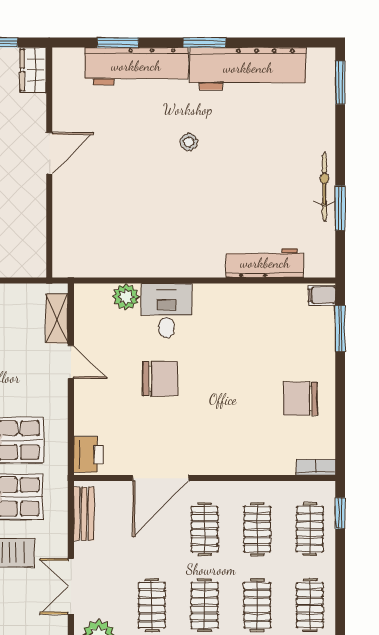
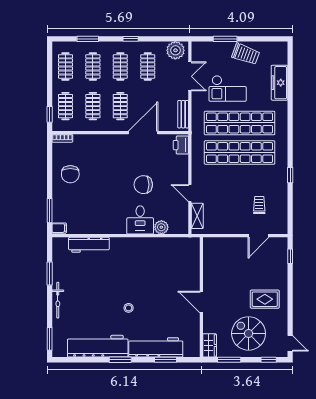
door: (49, 153) -> (201, 302), hinge flipped
bicycle: (324, 187) -> (58, 300), moved
chair: (301, 399) -> (70, 174), turned 90

